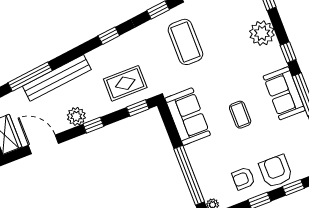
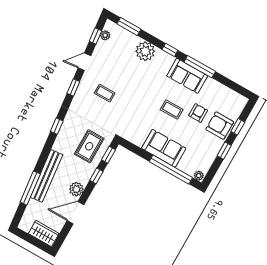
coffee table: (185, 42) -> (105, 93), width x0.54, depth x0.58
sofa: (188, 117) -> (164, 148), moved
window: (93, 125) -> (96, 176), moved
door: (43, 144) -> (76, 213), moved
armchair: (243, 178) -> (198, 113), moved, turned 180

